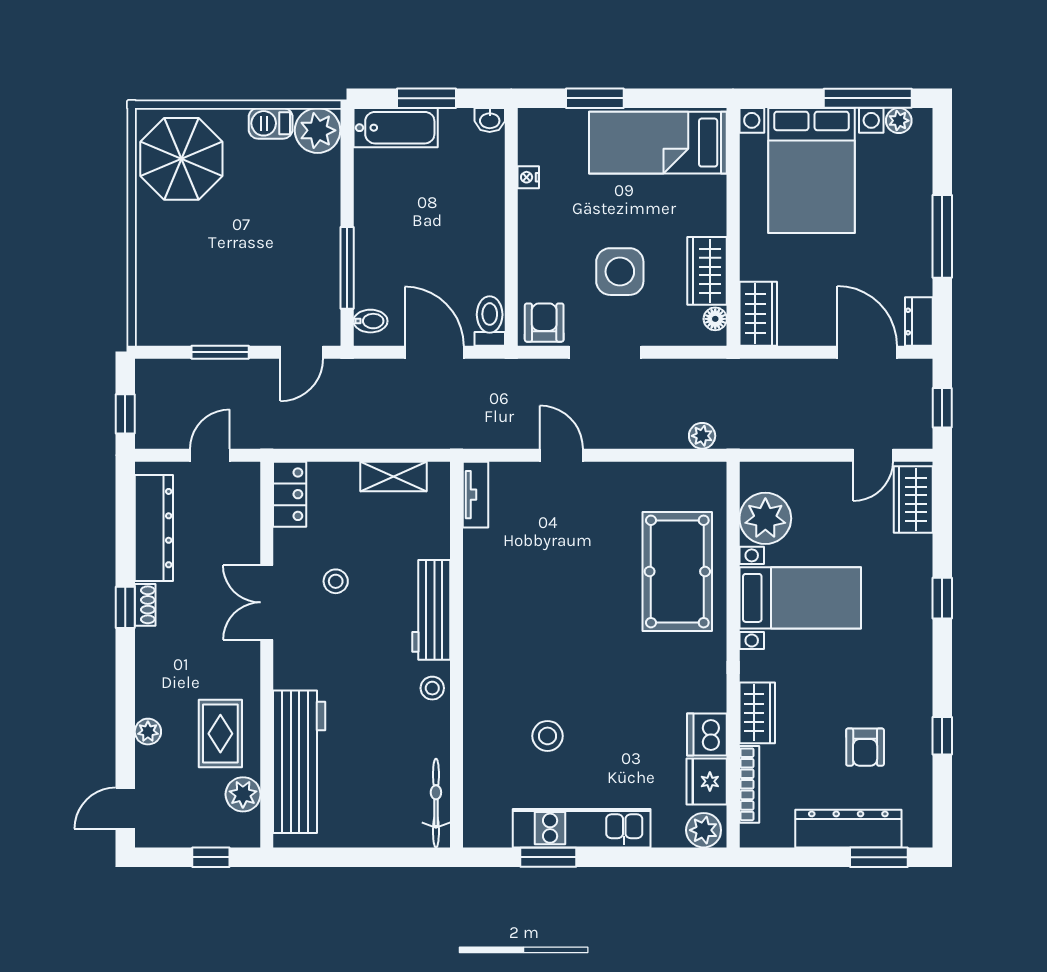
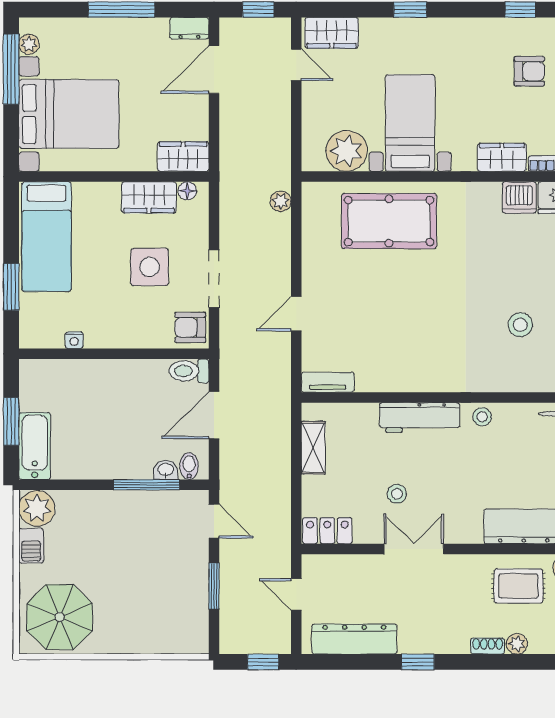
washbasin: (490, 120) -> (166, 470), moved, turned -90
double door: (267, 602) -> (414, 549), swing flipped
shoe rack: (145, 605) -> (488, 646), moved

